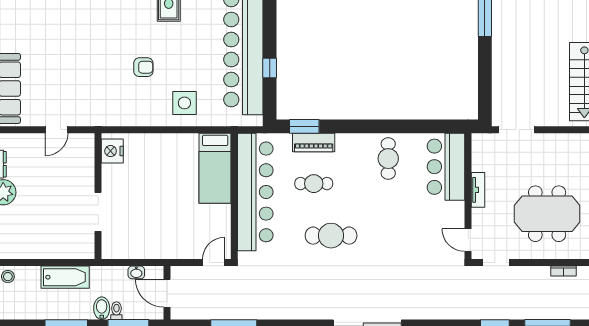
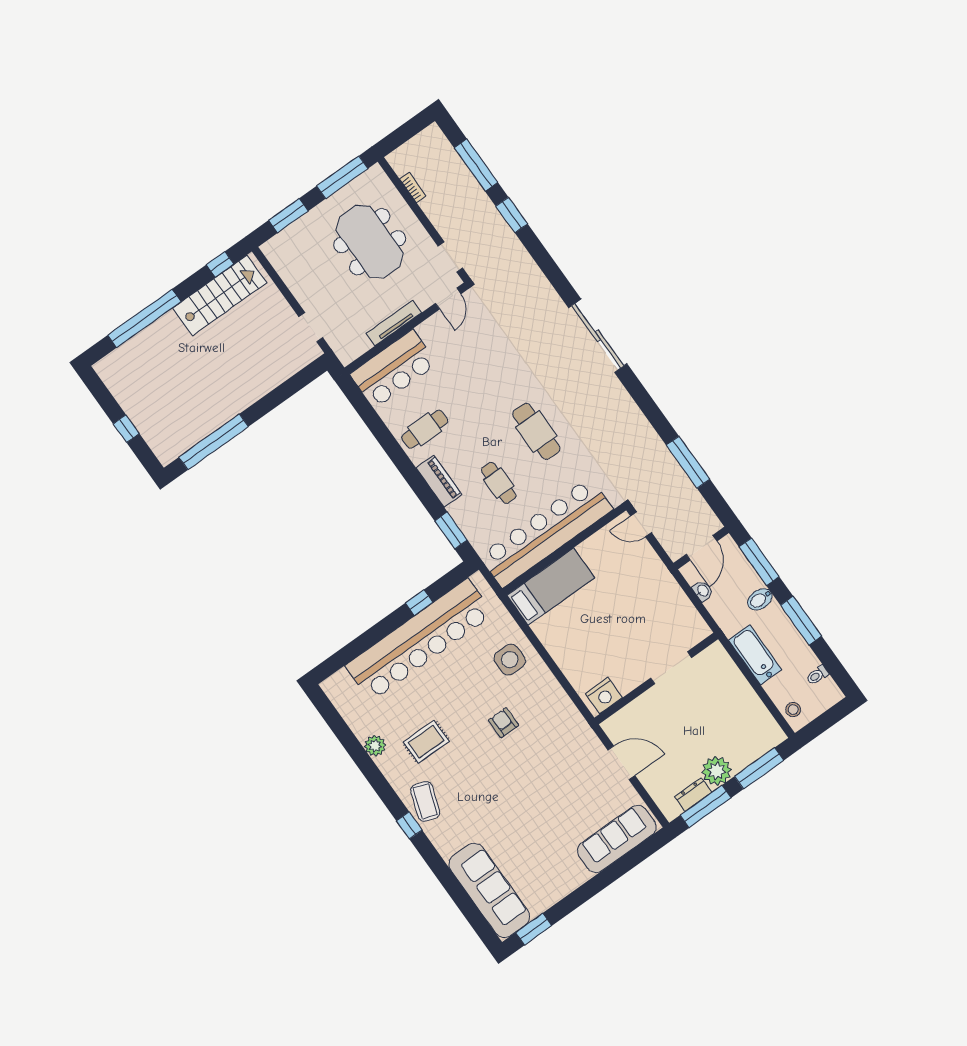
door: (56, 130) -> (621, 763), width x1.38
doorway: (517, 130) -> (311, 327), width x0.73
piano: (314, 142) -> (439, 481), moved
tv unit: (478, 190) -> (394, 323), width x1.41
toilet: (116, 311) -> (817, 675), moved

